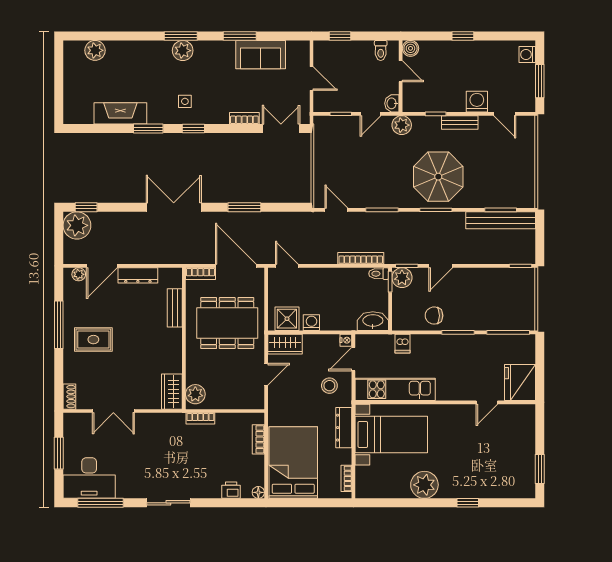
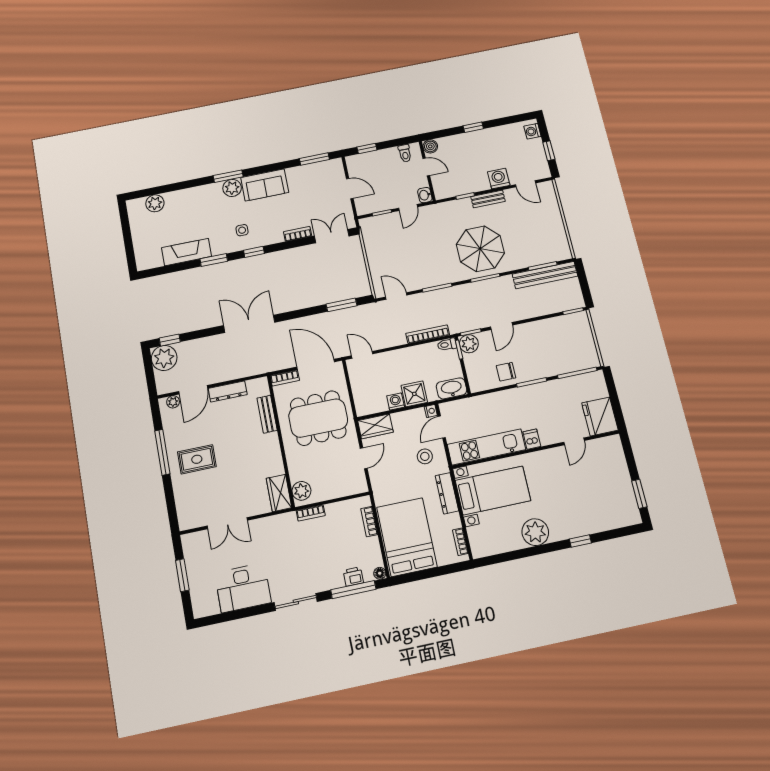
window: (240, 36) -> (314, 159), moved
sofa: (261, 55) -> (265, 185), moved
window: (540, 81) -> (549, 151), width x0.67
plant: (402, 125) -> (438, 212), removed
window: (244, 207) -> (342, 305), moved
shower: (287, 319) -> (414, 394), moved
dishwasher: (402, 344) -> (532, 439), moved, turned 180
shoe rack: (69, 397) -> (183, 518), removed
desk: (89, 478) -> (243, 588), moved
window: (100, 503) -> (353, 590), moved

